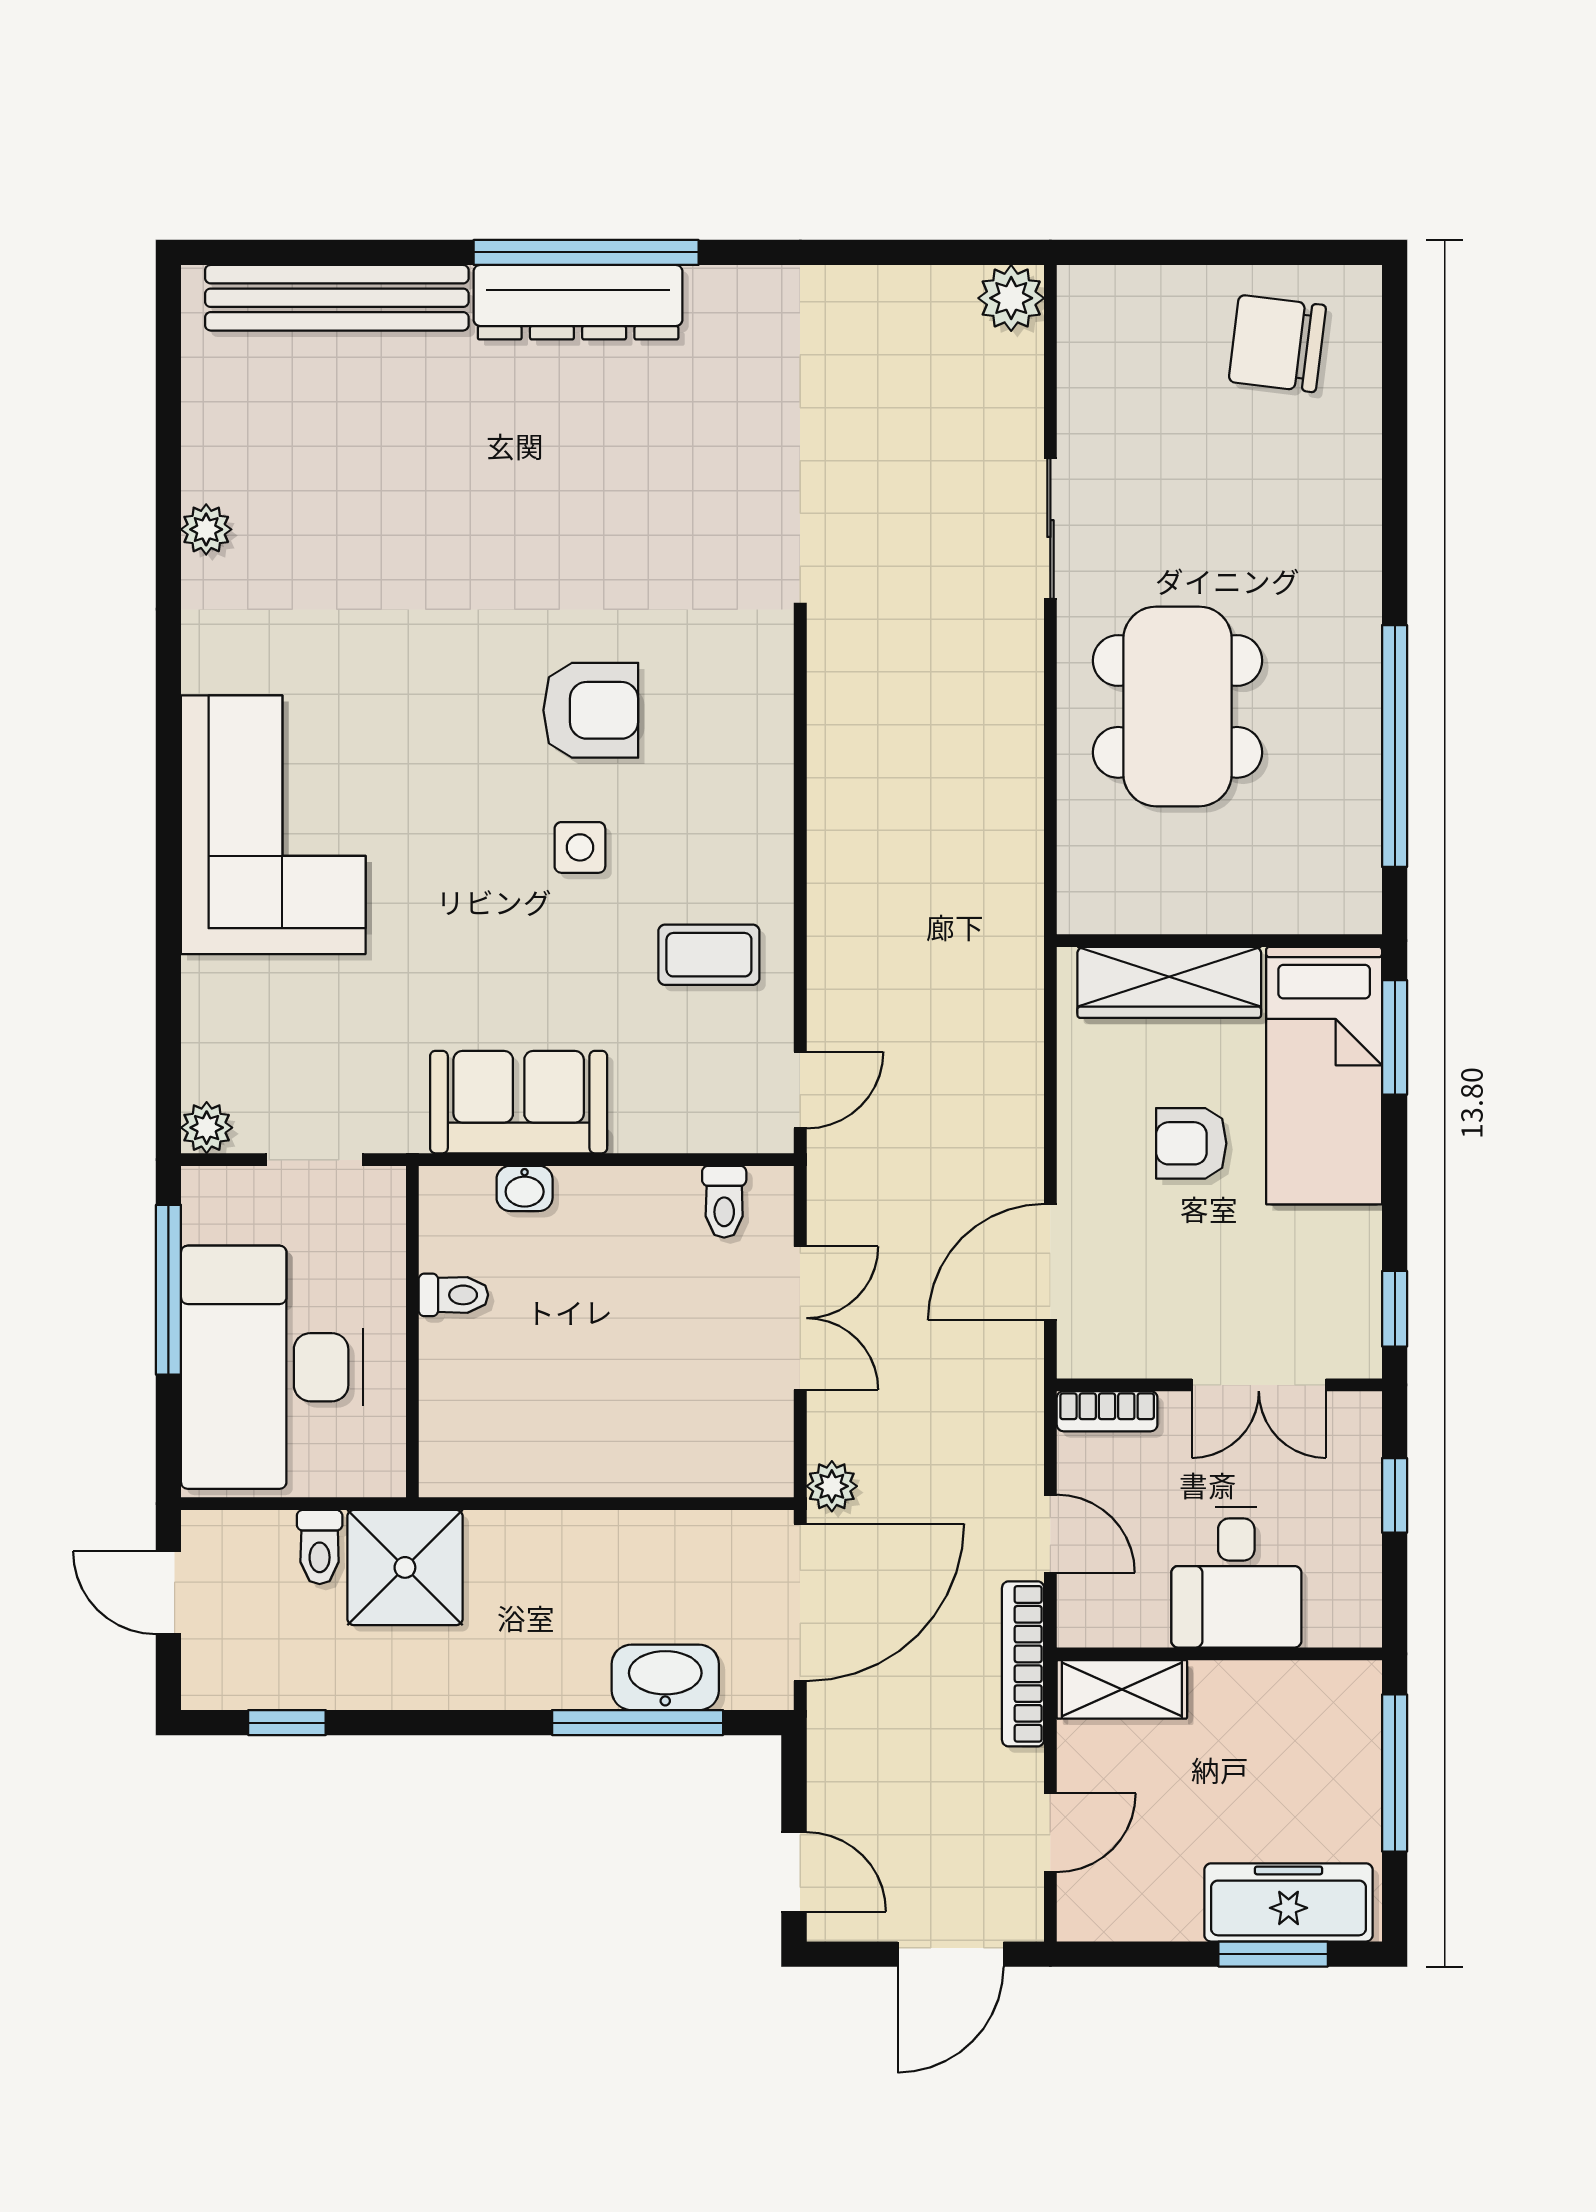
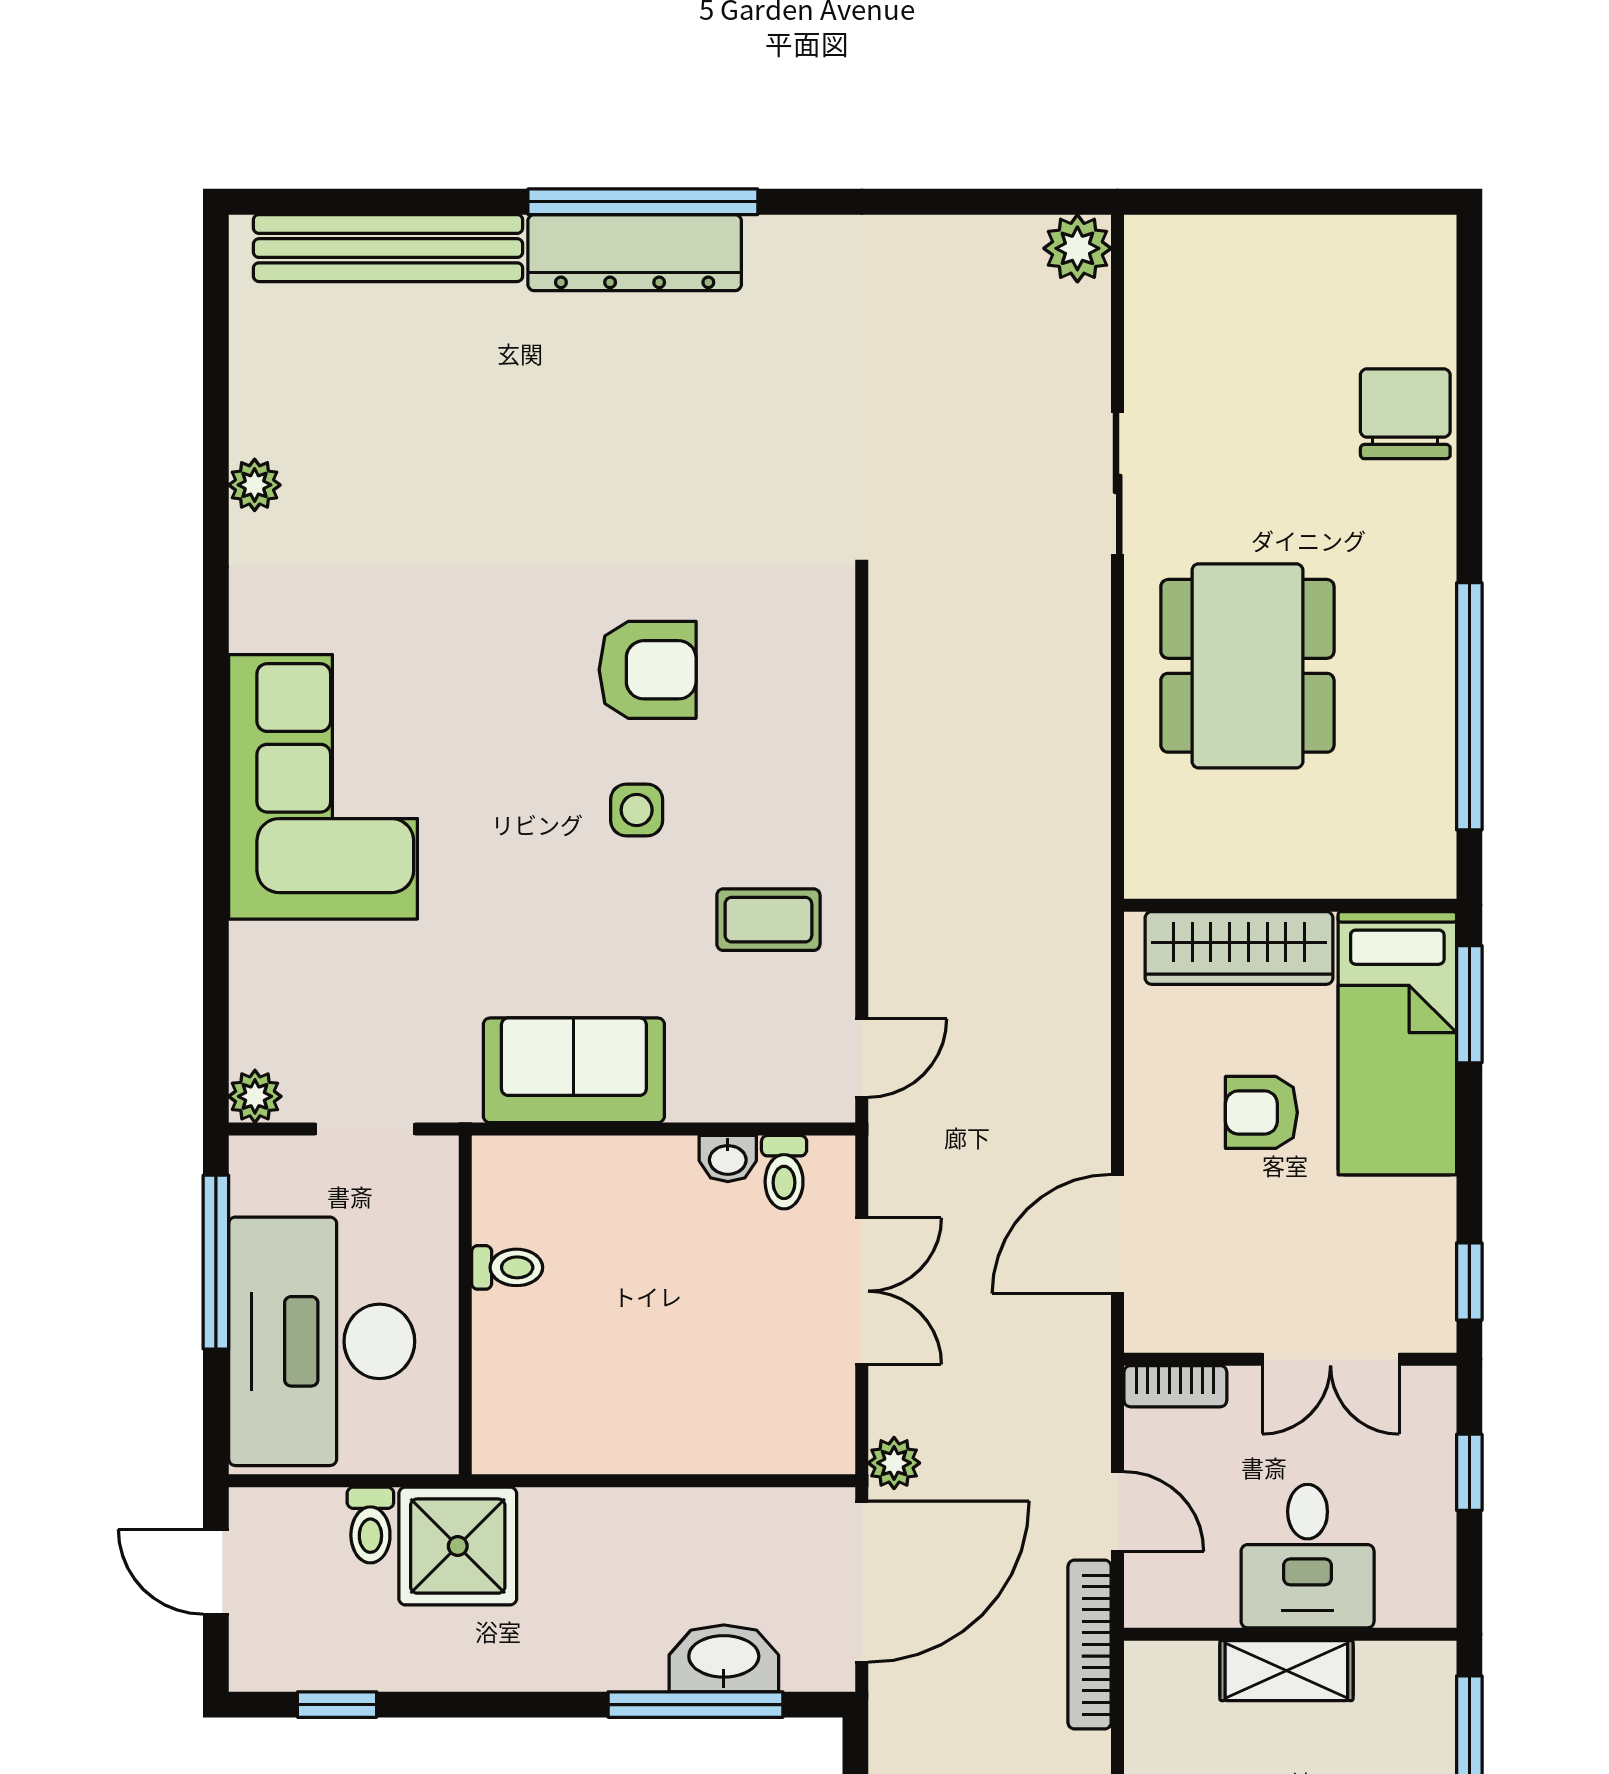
chair: (1277, 344) -> (1405, 414), moved, turned 83
washbasin: (525, 1188) -> (728, 1159), moved
shelving: (1122, 1689) -> (1286, 1671), moved

